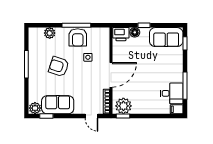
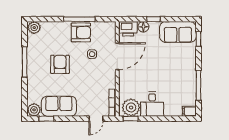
plant: (50, 33) -> (34, 28), moved
armchair: (78, 37) -> (81, 32), turned -90
armchair: (59, 67) -> (60, 64), turned 72
door: (111, 75) -> (117, 56), moved
desk: (172, 93) -> (152, 104), moved, turned 90
door: (92, 116) -> (96, 119), hinge flipped

